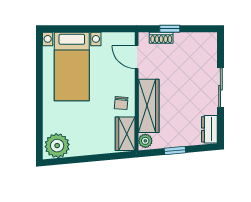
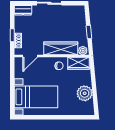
dresser: (209, 129) -> (23, 10), moved
plant: (57, 146) -> (85, 93), moved

